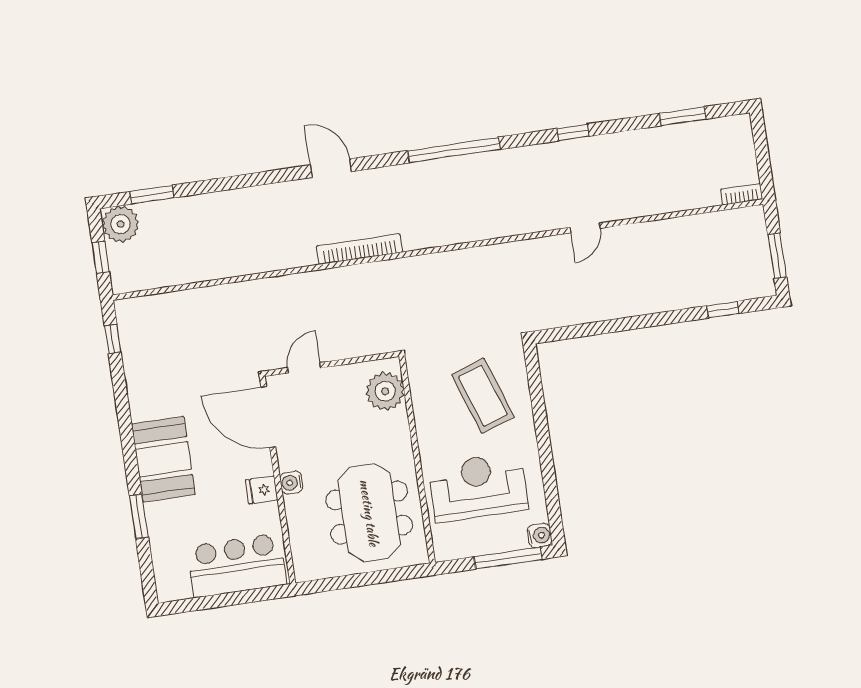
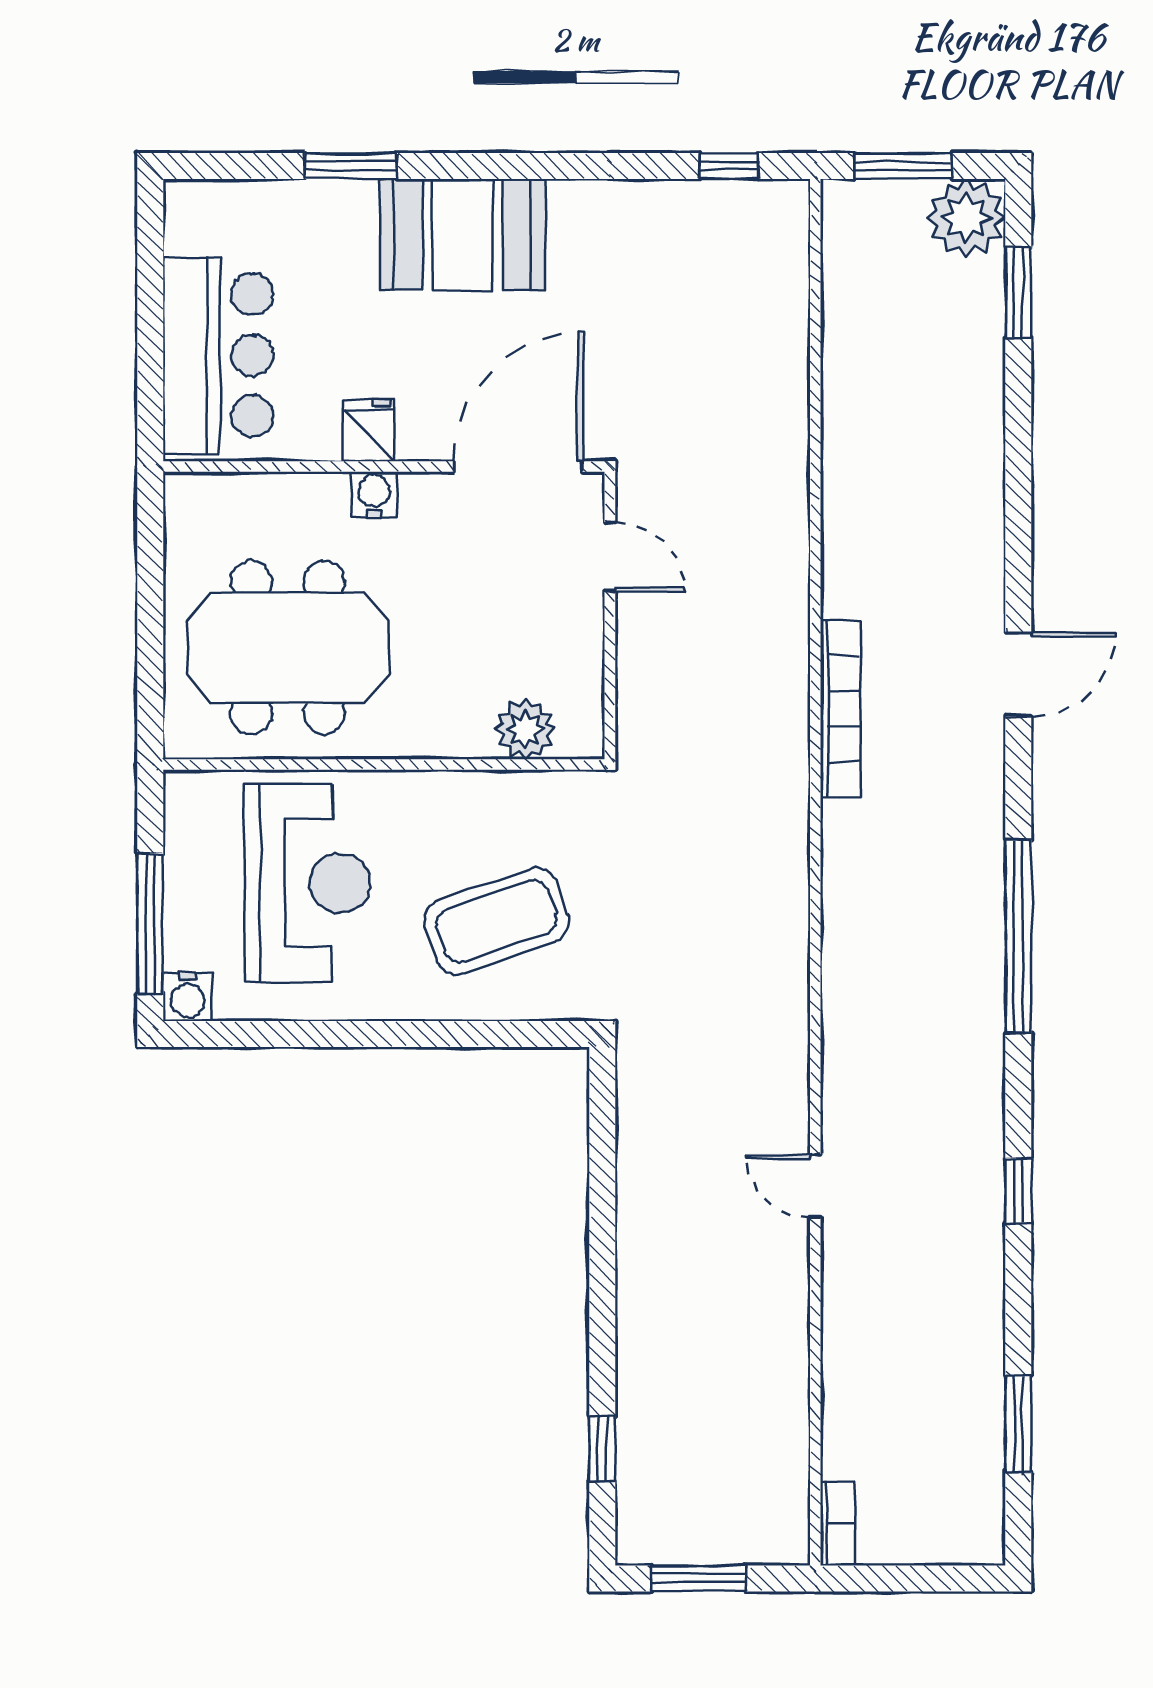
window: (101, 257) -> (903, 166), width x1.50
plant: (385, 391) -> (525, 729), width x0.73, depth x0.73

